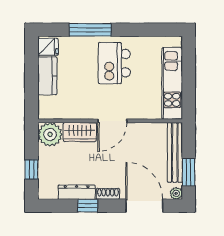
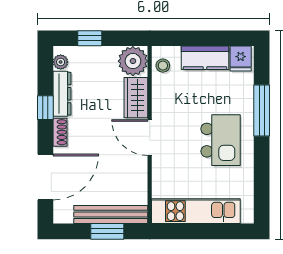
kitchen island: (114, 63) -> (221, 140), turned 90
stool: (54, 110) -> (163, 66), added
window: (189, 172) -> (107, 231), moved
plant: (176, 193) -> (61, 62), moved

